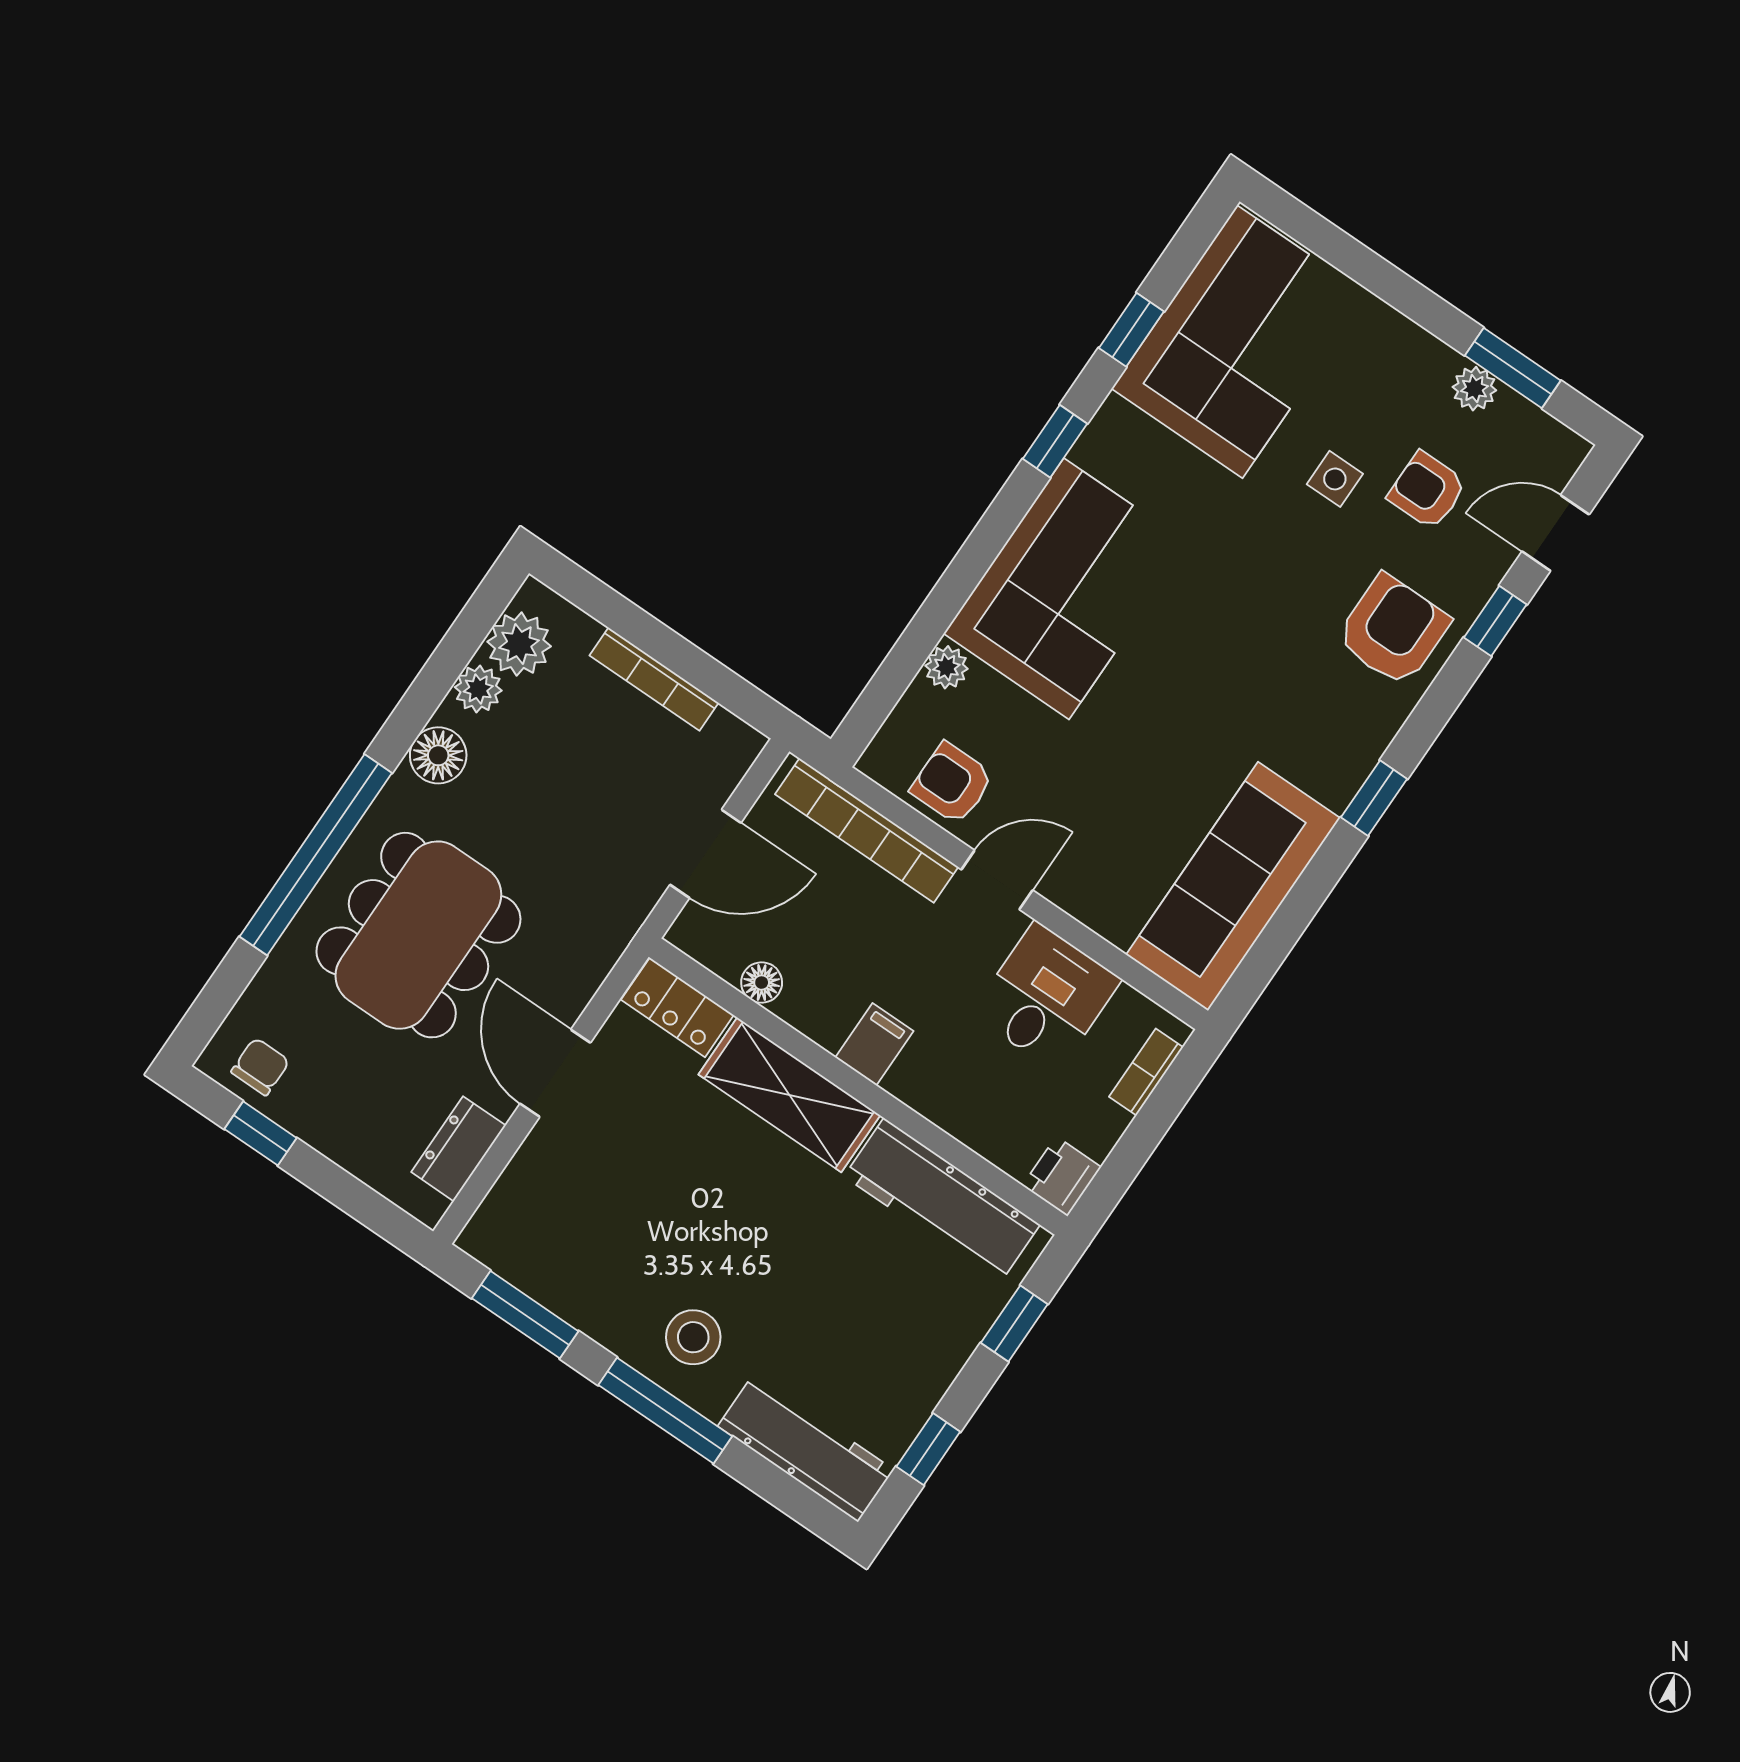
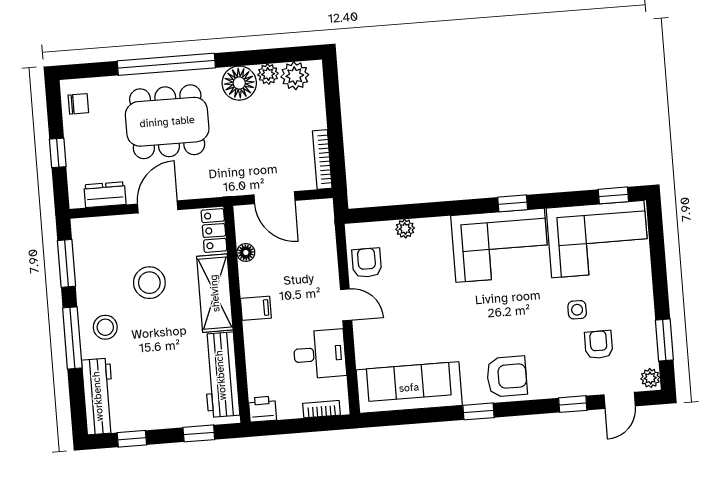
window: (1131, 330) -> (613, 195), moved
plant: (1474, 389) -> (650, 378), moved
door: (1556, 533) -> (620, 400), swing flipped
corner sofa: (1066, 589) -> (500, 245), moved
armchair: (1393, 630) -> (507, 376), moved
bookcase: (654, 679) -> (322, 160), moved
floor lamp: (438, 755) -> (239, 83), width x1.38, depth x1.38
bookcase: (867, 831) -> (327, 246), removed
window: (261, 1133) -> (58, 153), moved
stool: (677, 1196) -> (149, 283), added

